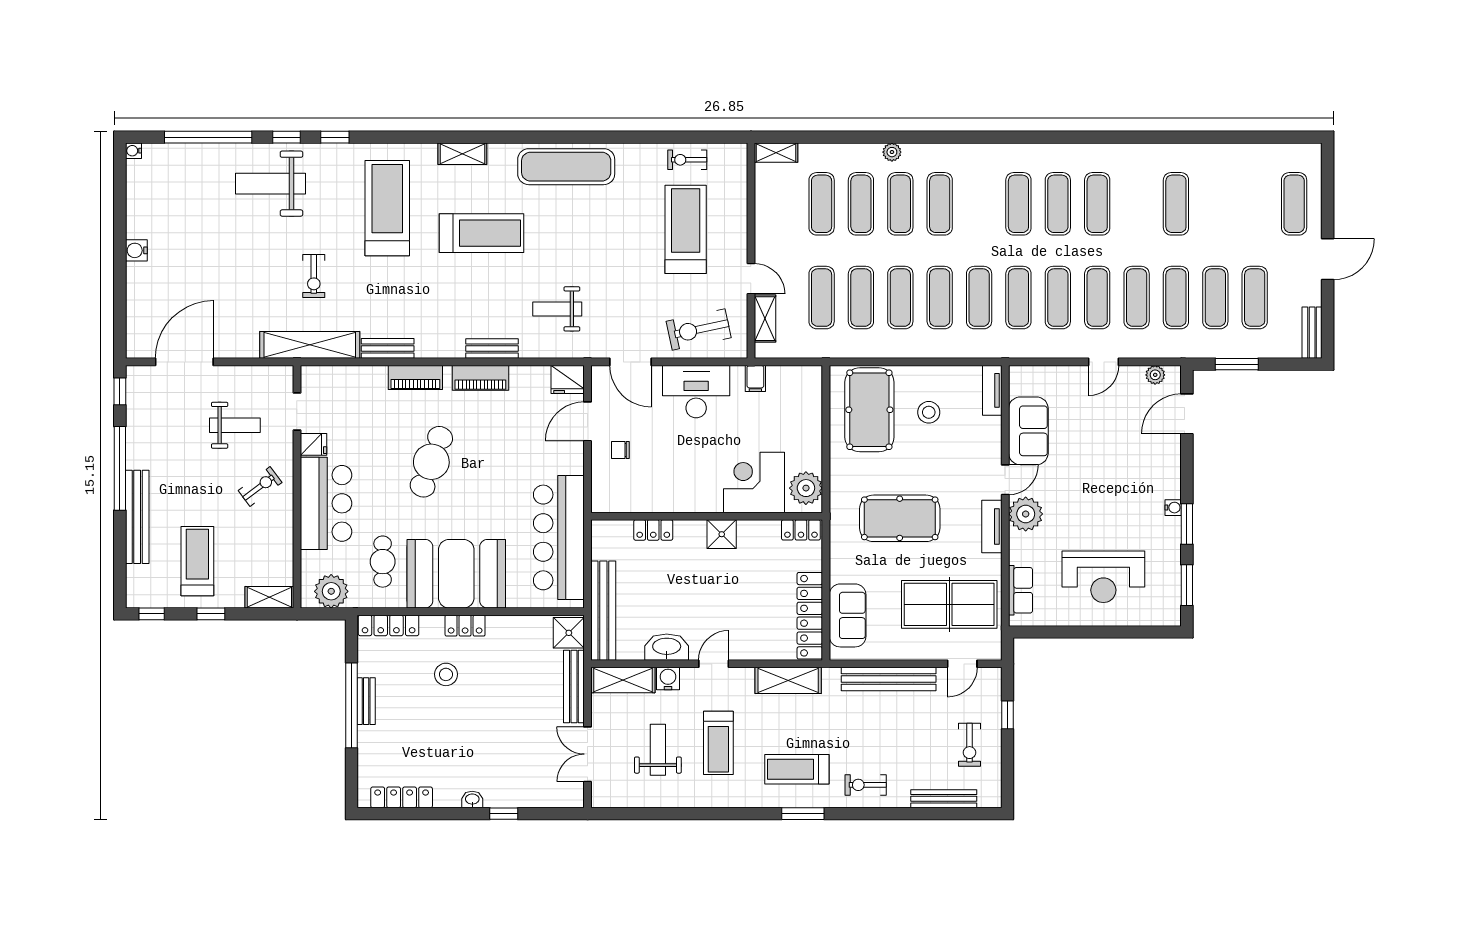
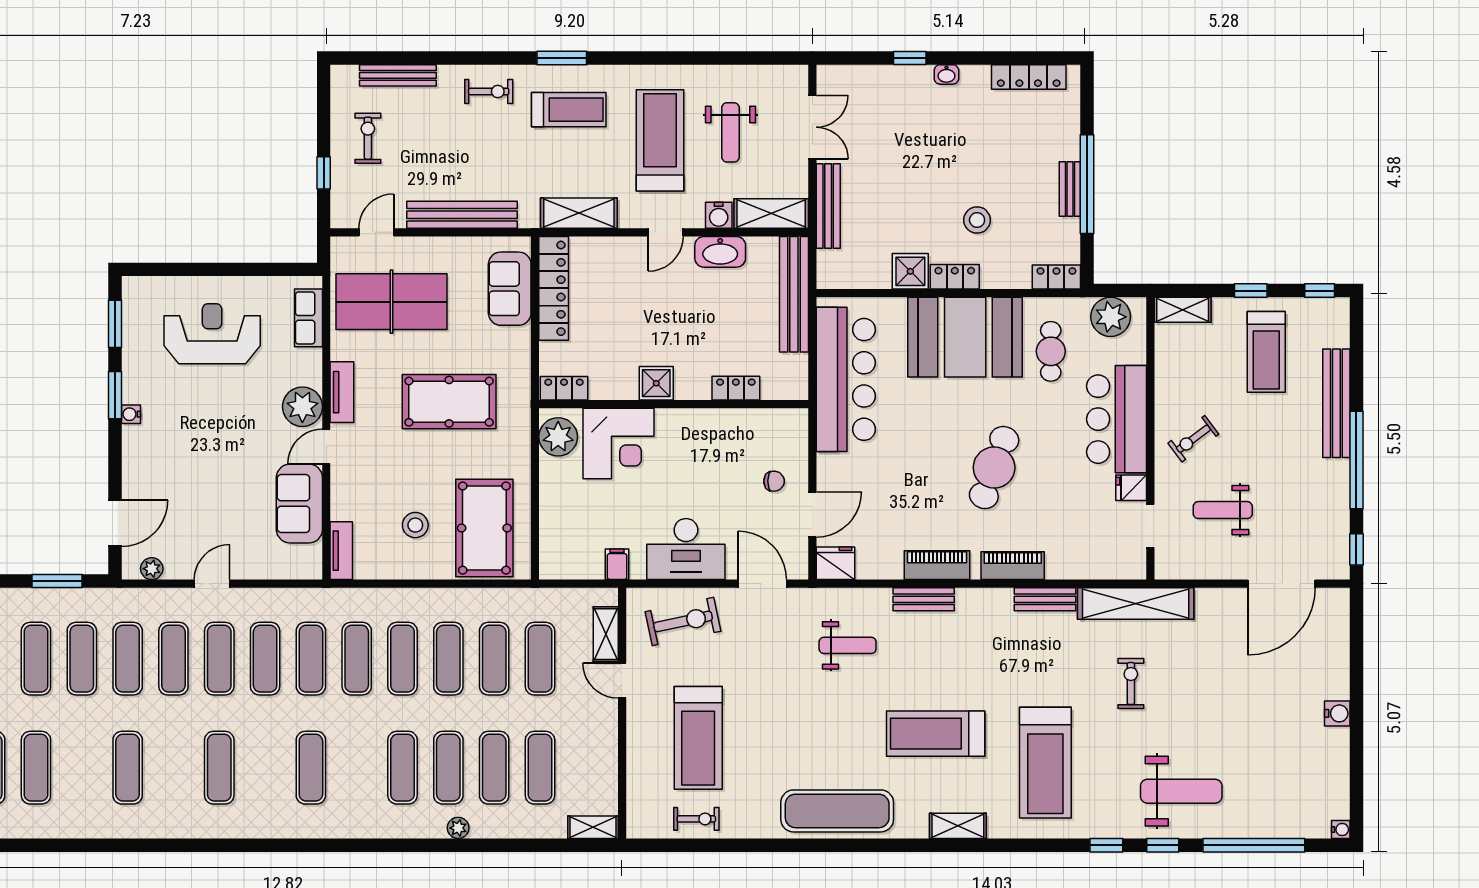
exercise mat: (1058, 204) -> (36, 768), moved
locker: (389, 625) -> (1056, 277), width x0.66
shower: (569, 633) -> (910, 271), moved
treadmill: (718, 743) -> (660, 140), width x1.37, depth x1.38

